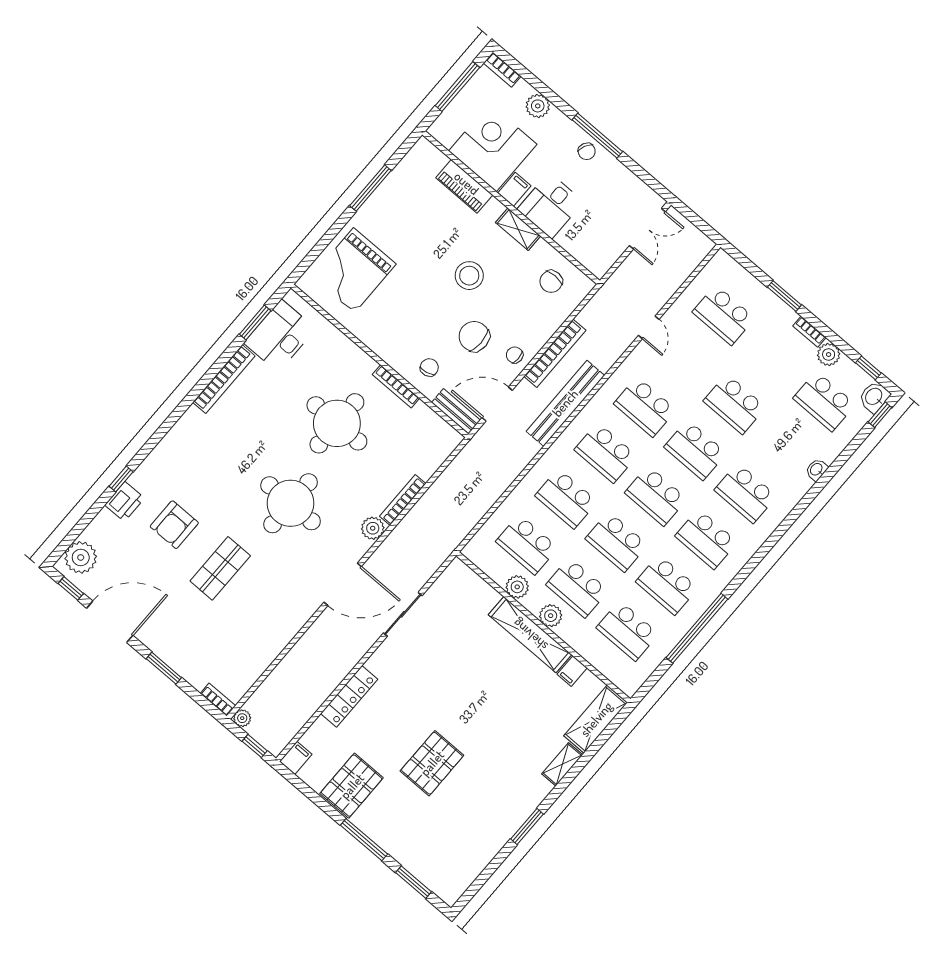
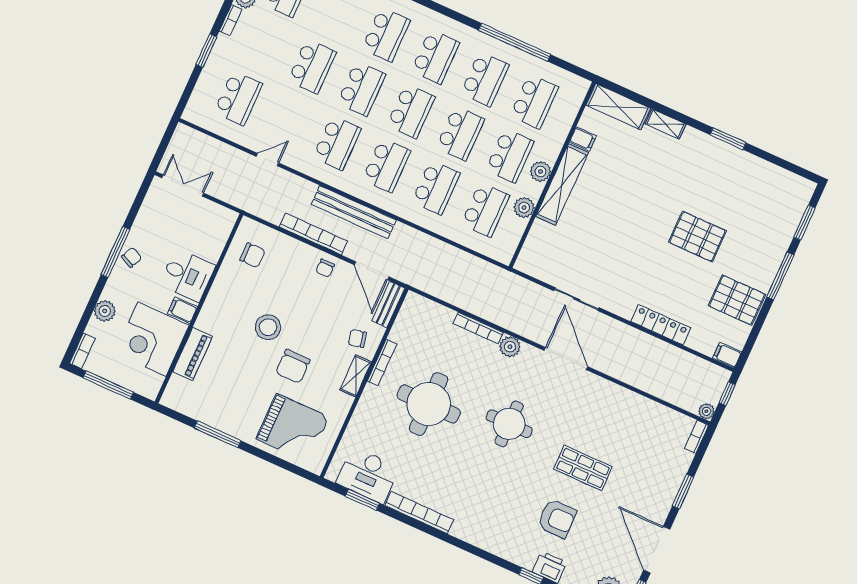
shelving: (518, 229) -> (356, 376), moved
chair: (474, 336) -> (293, 366), moved
round table: (291, 503) -> (509, 424), width x0.73, depth x0.73

